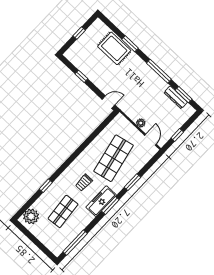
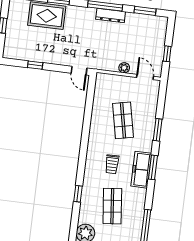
dresser: (176, 97) -> (111, 15), moved
door: (108, 102) -> (79, 71), swing flipped
shop shelf: (114, 158) -> (123, 120), width x0.70, depth x0.74

